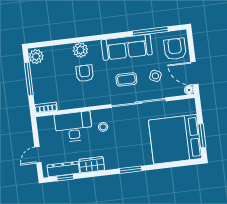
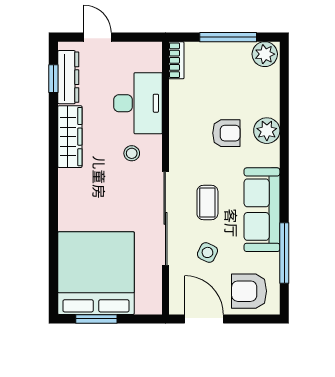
armchair: (175, 49) -> (249, 291), turned 180
door: (194, 73) -> (204, 319), hinge flipped
floor lamp: (189, 90) -> (177, 307), removed
wardrobe: (92, 165) -> (70, 137), width x1.50
window: (131, 170) -> (53, 191), removed

